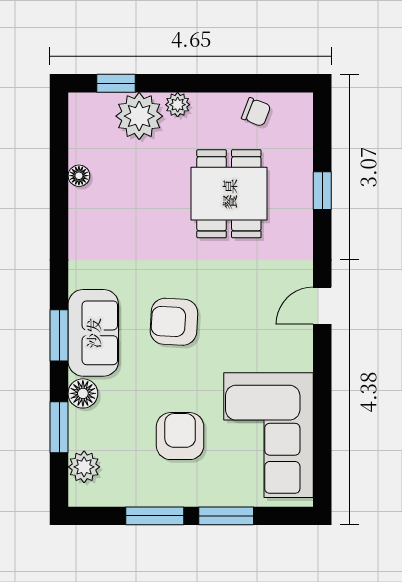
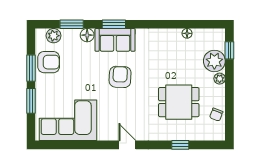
armchair: (180, 436) -> (49, 62), moved

